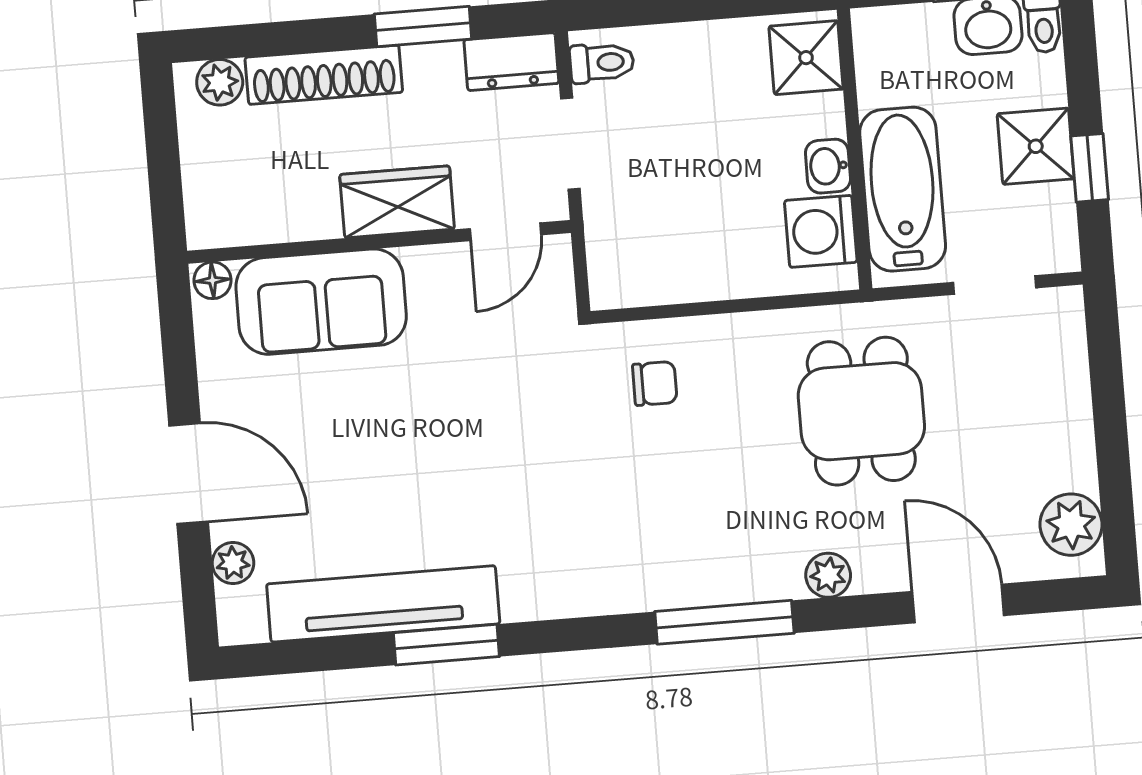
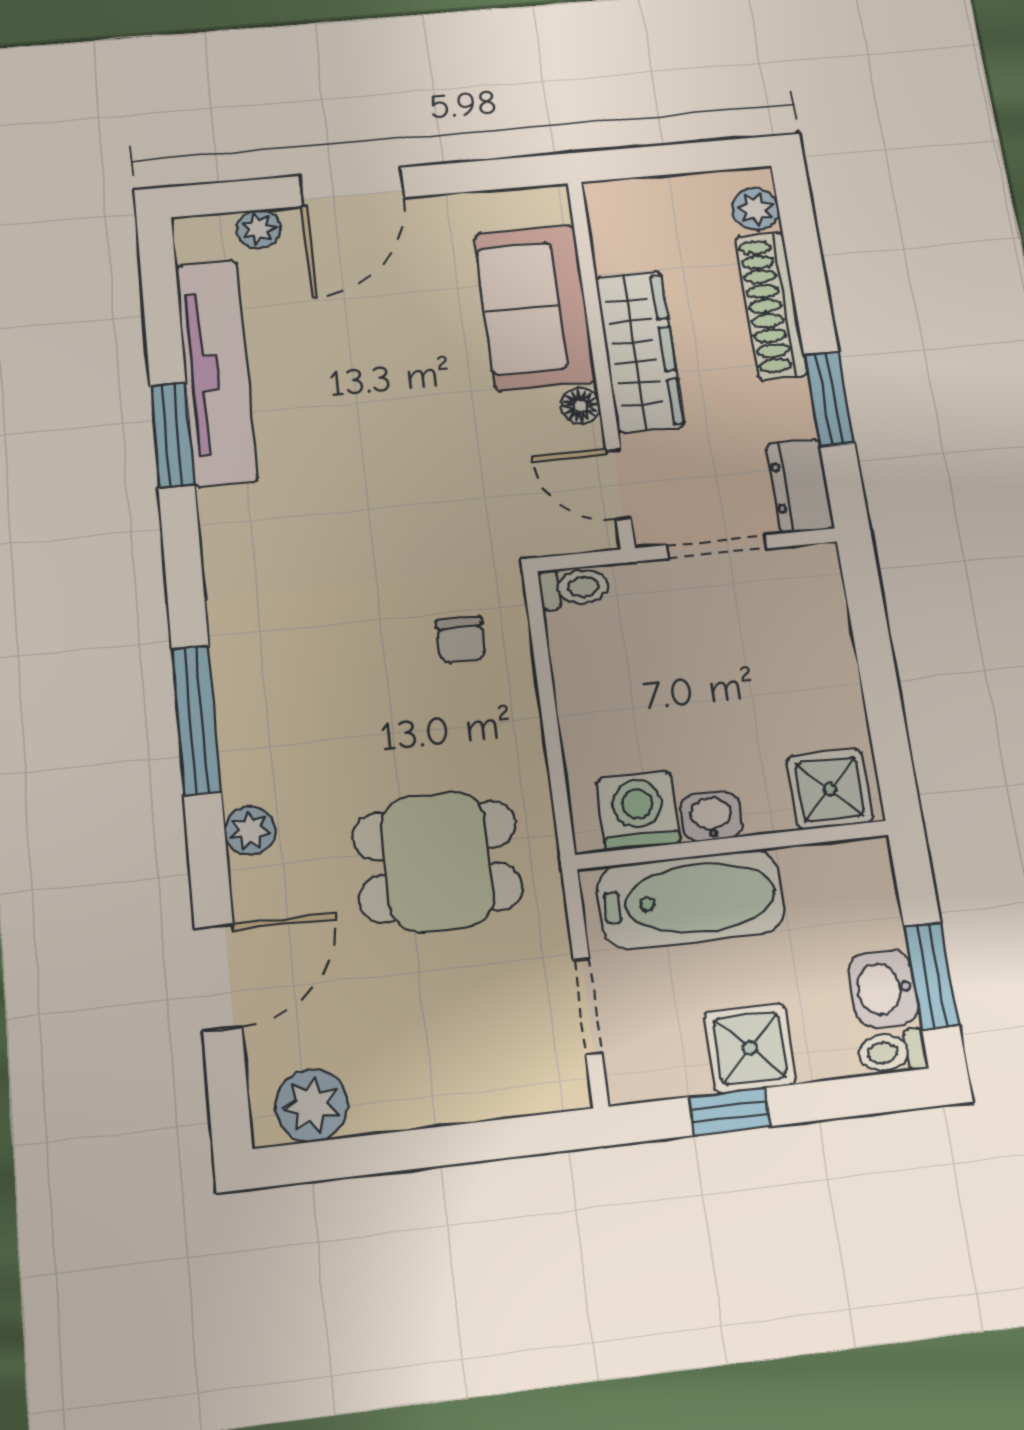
toilet: (602, 63) -> (574, 588), moved, turned -90
wardrobe: (397, 202) -> (640, 351), width x1.50
floor lamp: (212, 280) -> (580, 406), moved

